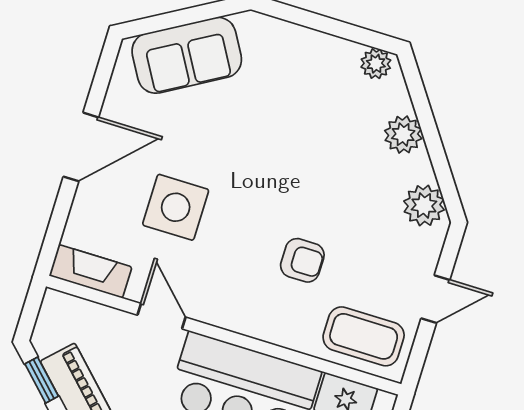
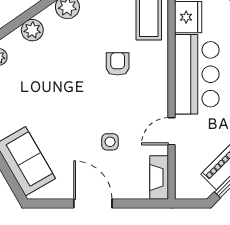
side table: (176, 207) -> (110, 142), width x0.54, depth x0.54

